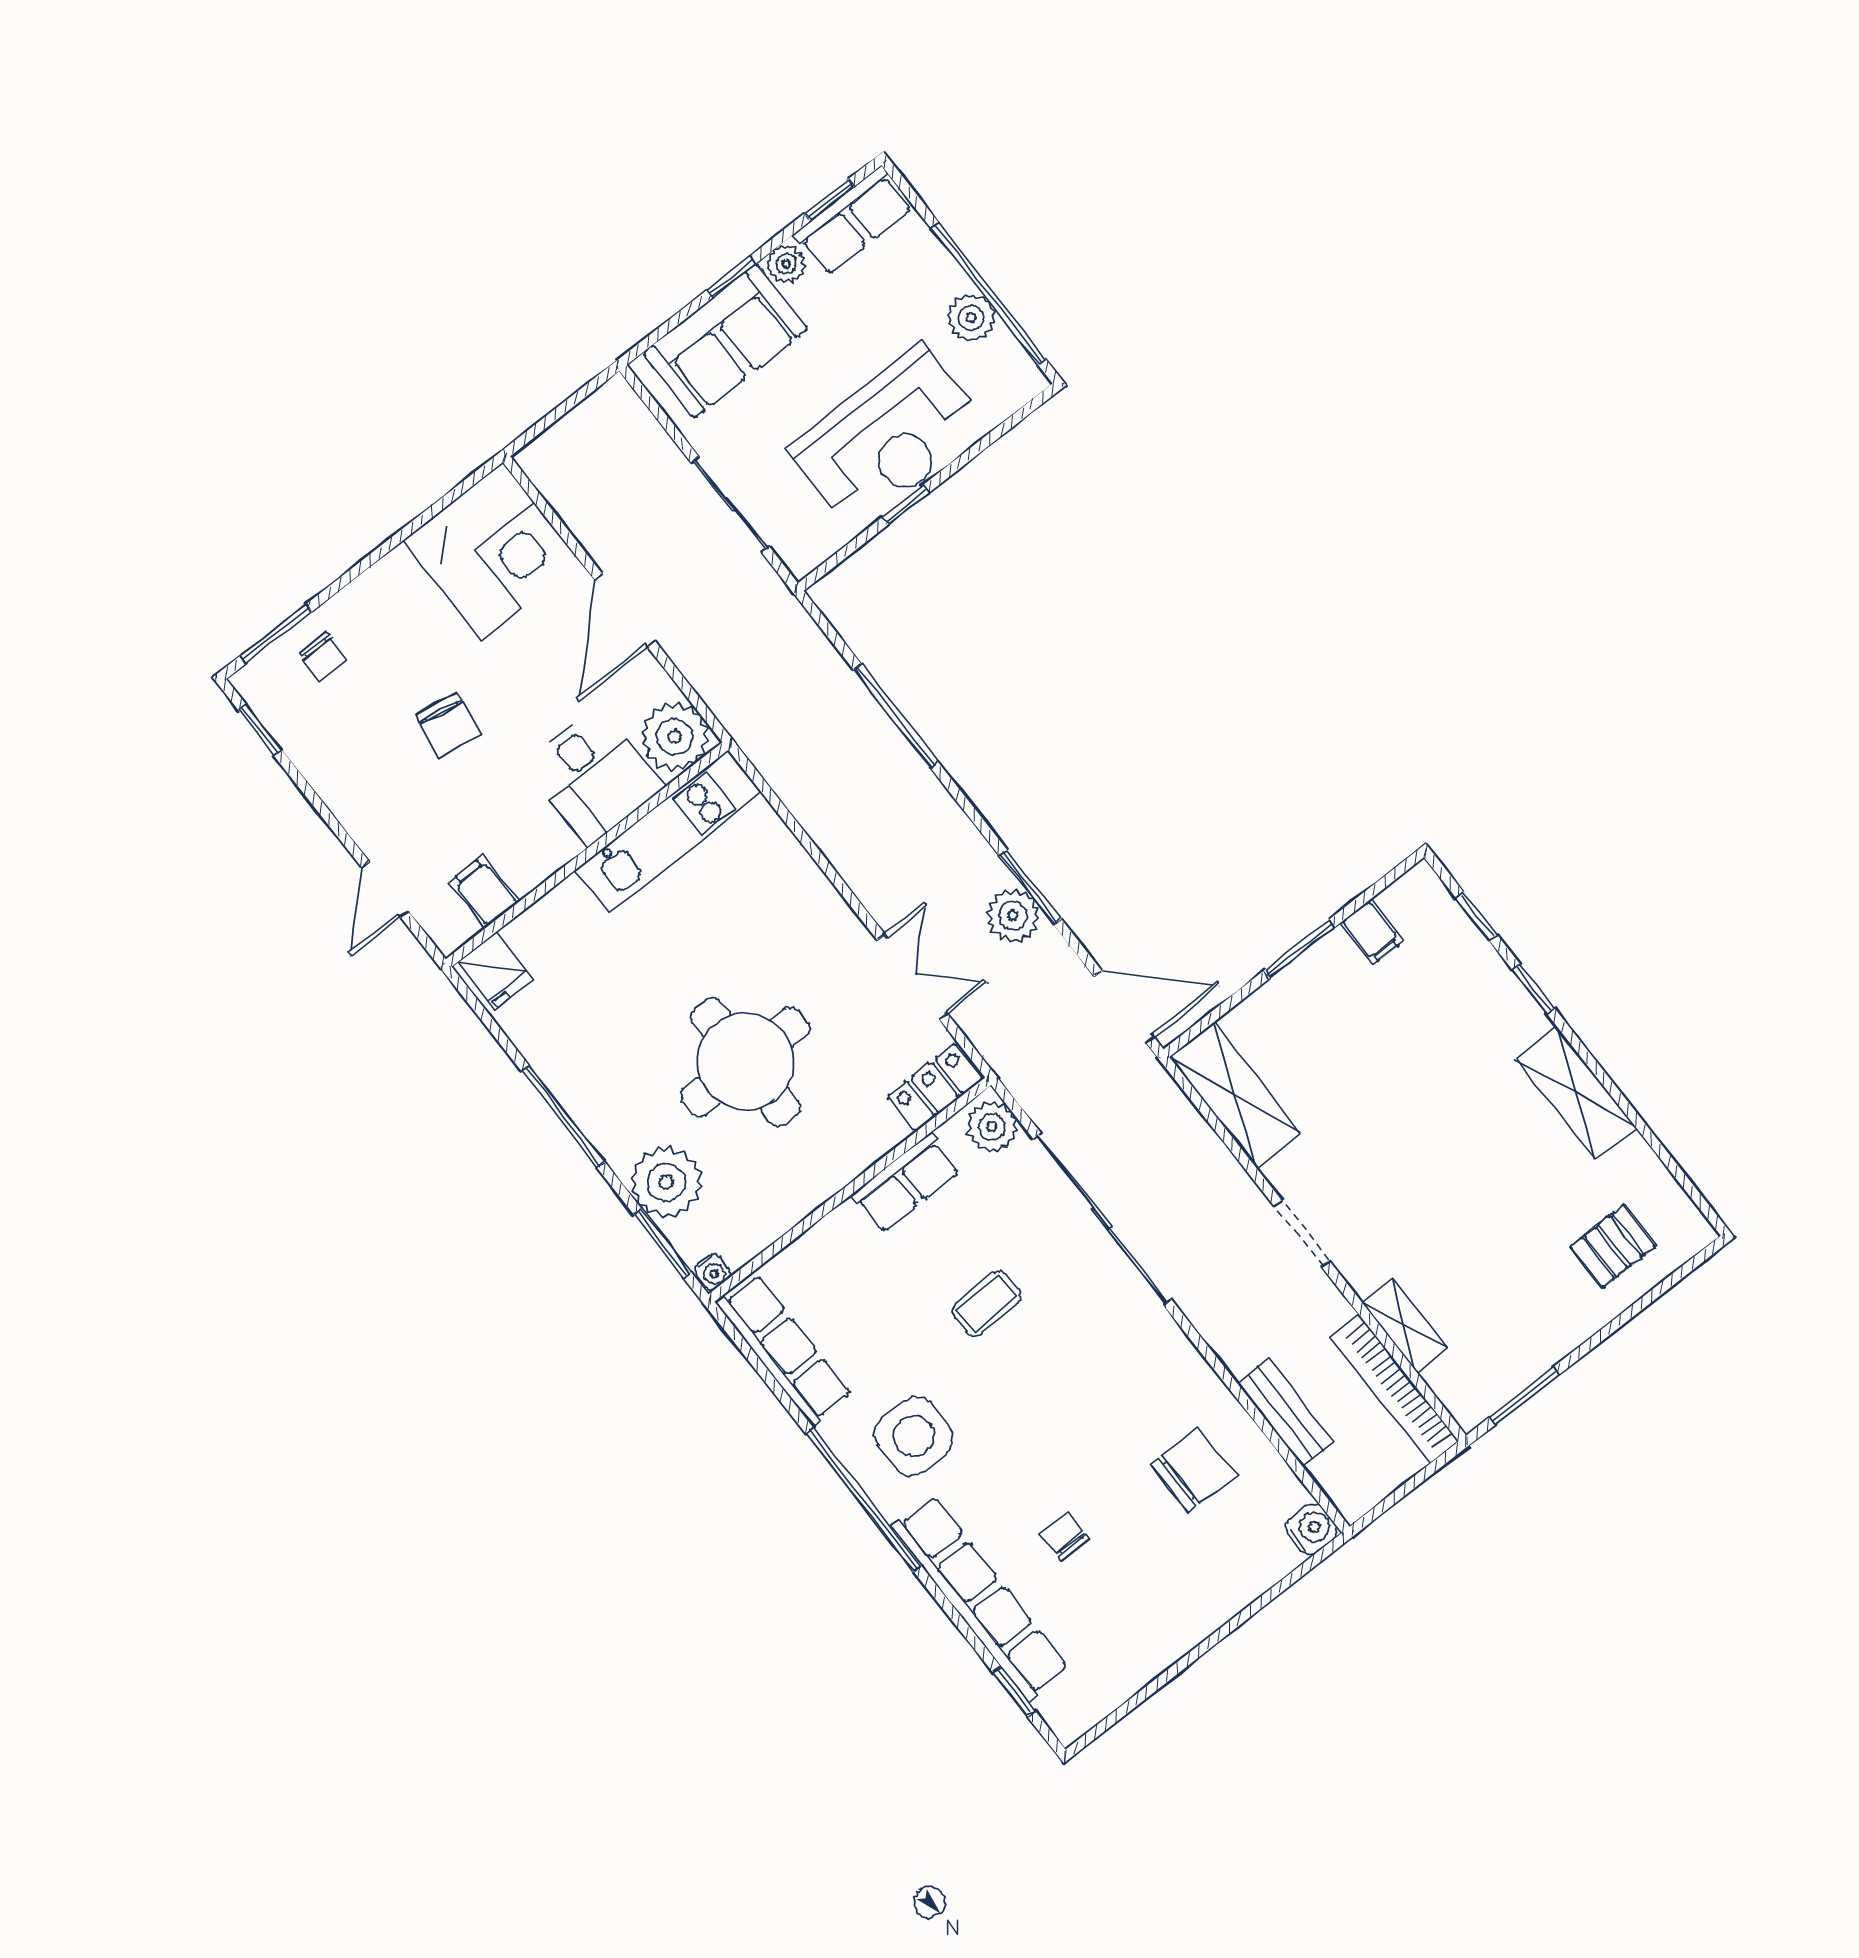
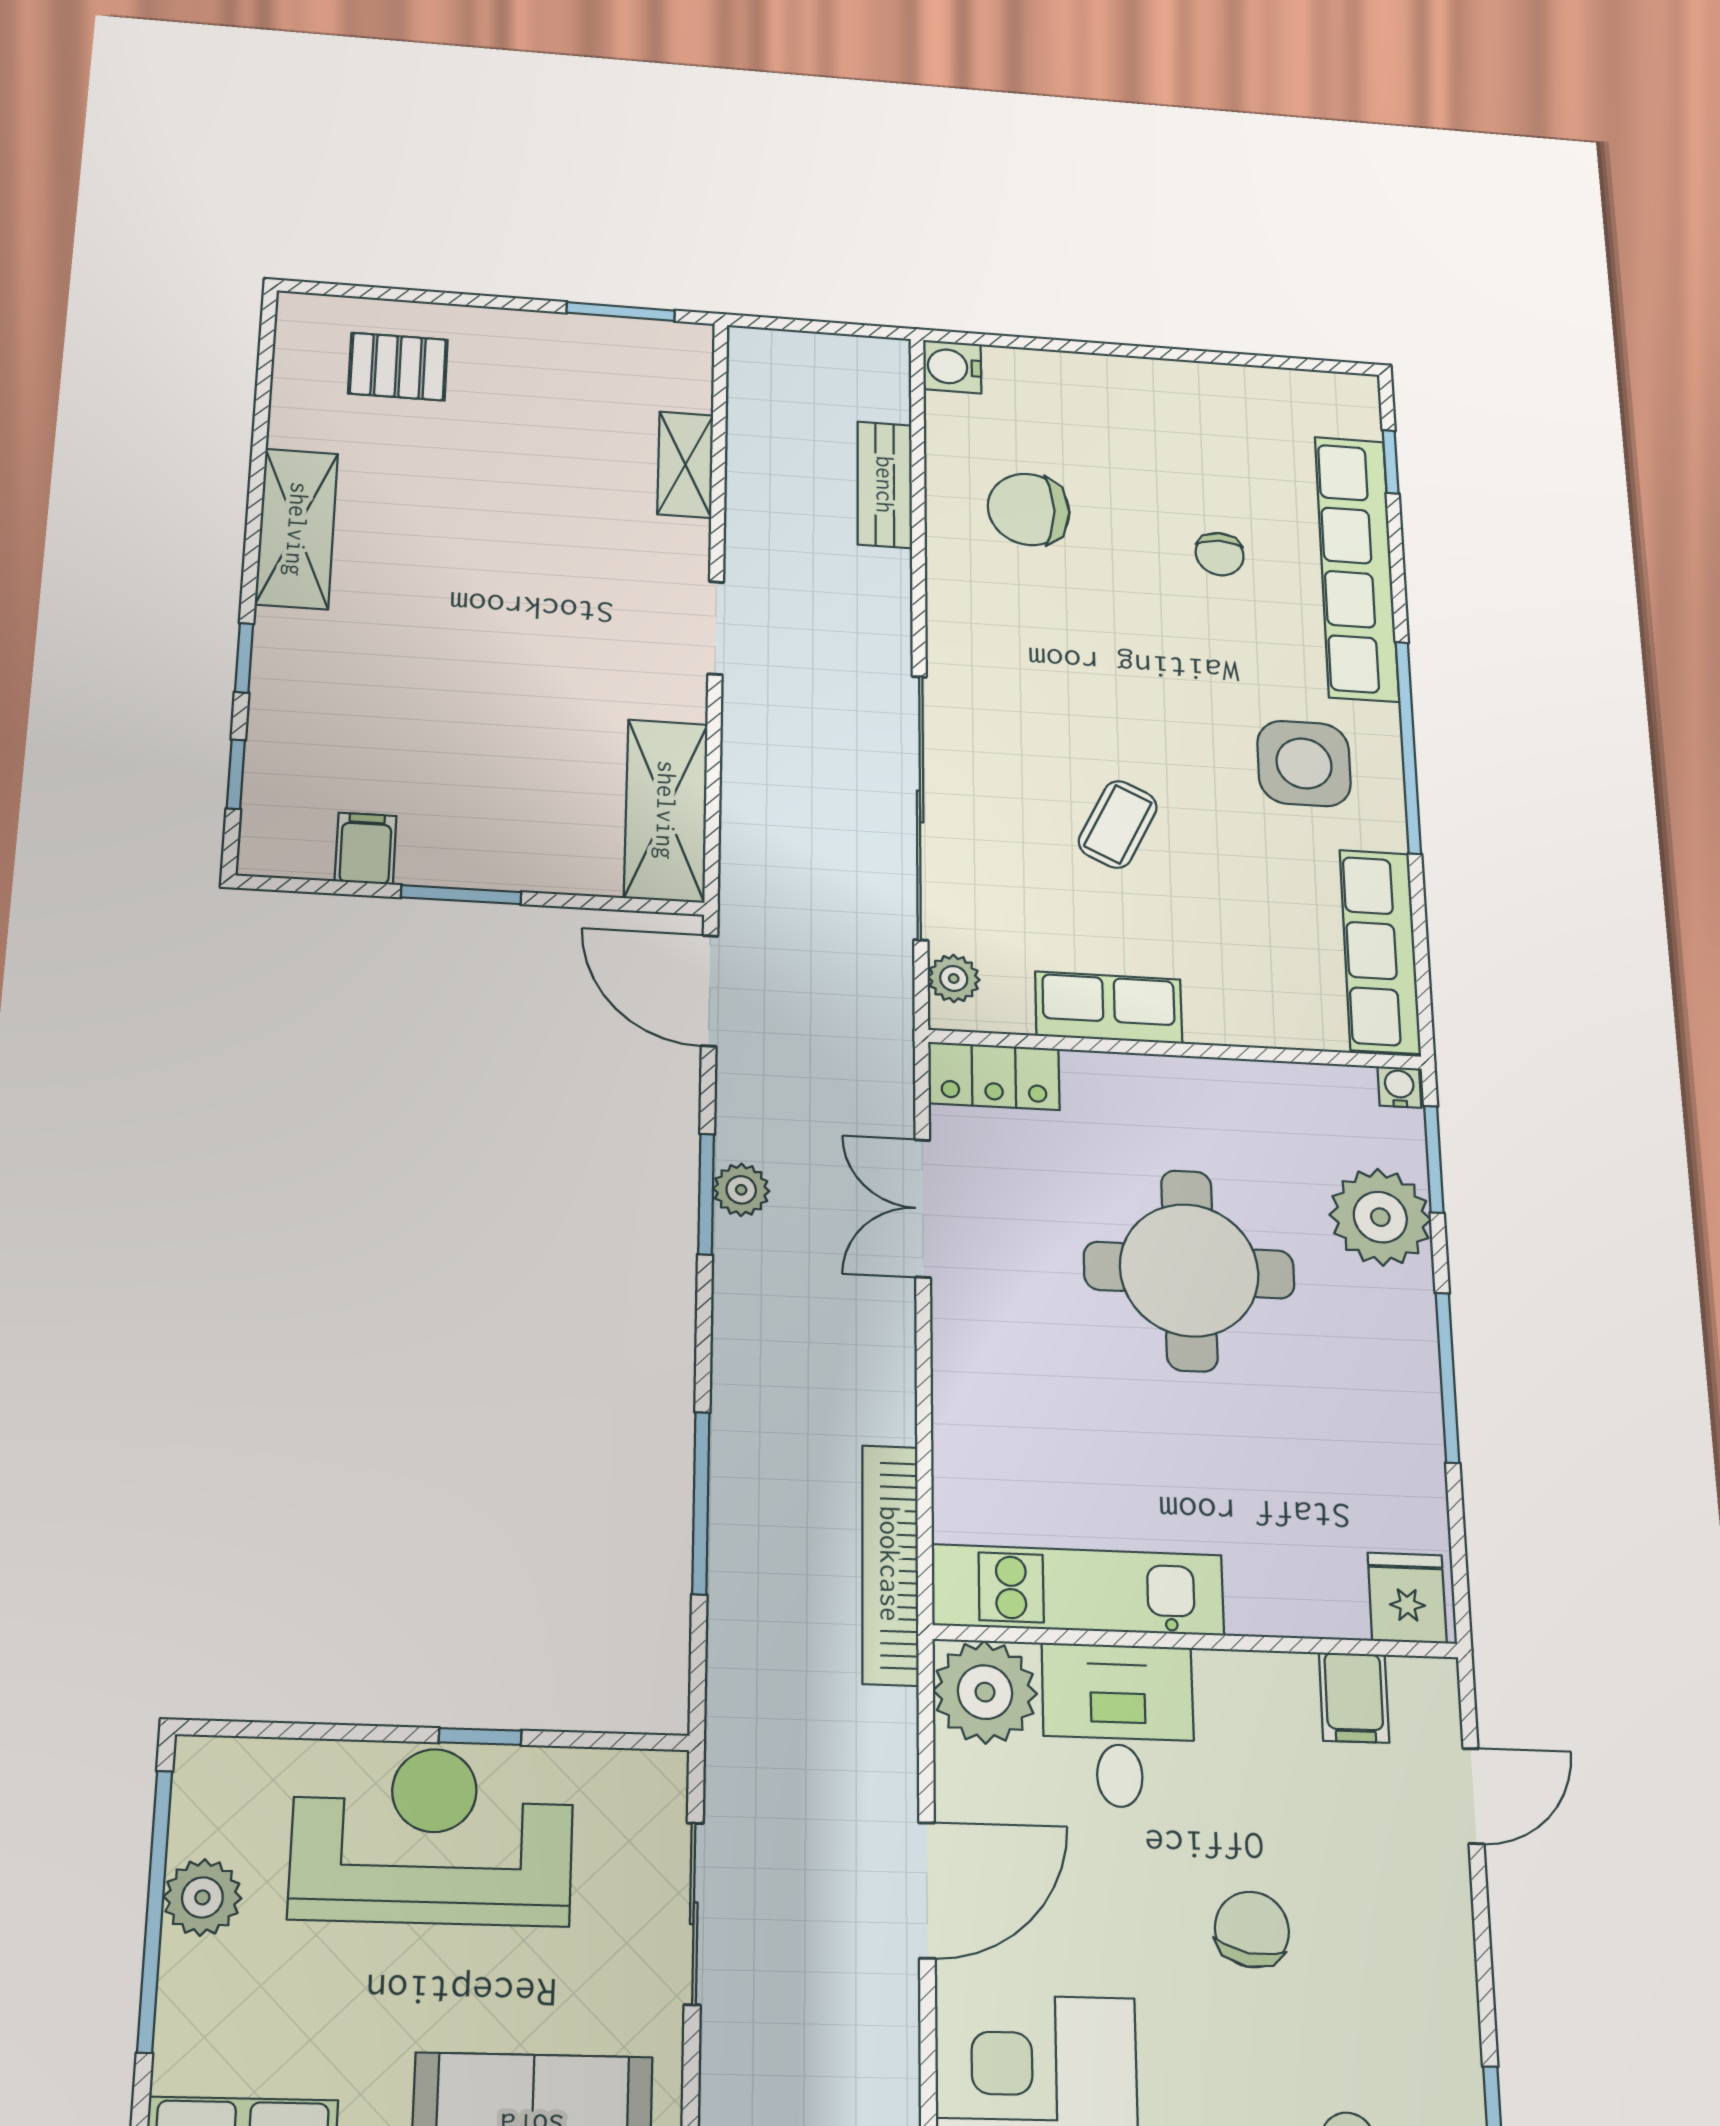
plant: (1013, 916) -> (741, 1190), width x0.73, depth x0.73
plant: (992, 1127) -> (954, 978), width x0.73, depth x0.73
coffee table: (987, 1304) -> (1118, 824), turned -62
bookcase: (1395, 1389) -> (890, 1564), moved, turned 180

